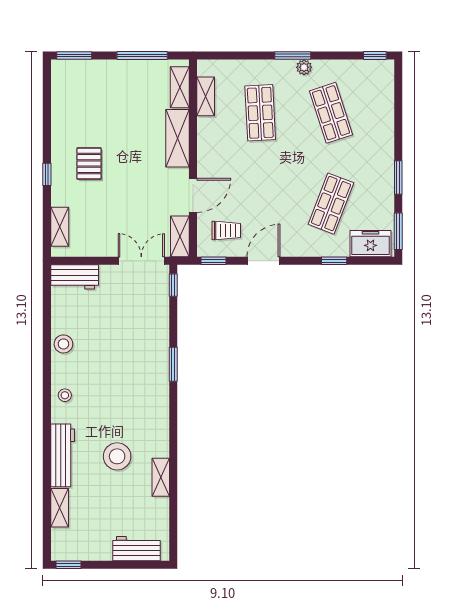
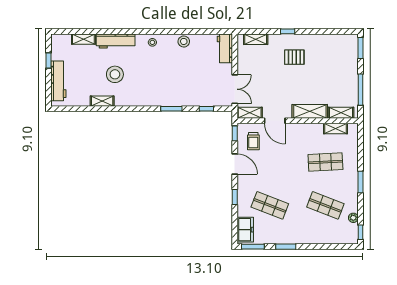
plant: (304, 67) -> (353, 218), moved
shop shelf: (331, 113) -> (325, 205), turned 39
window: (334, 261) -> (235, 197), moved
window: (173, 285) -> (206, 109), moved
workbench: (137, 549) -> (58, 81), width x1.38
window: (68, 565) -> (48, 61), moved

